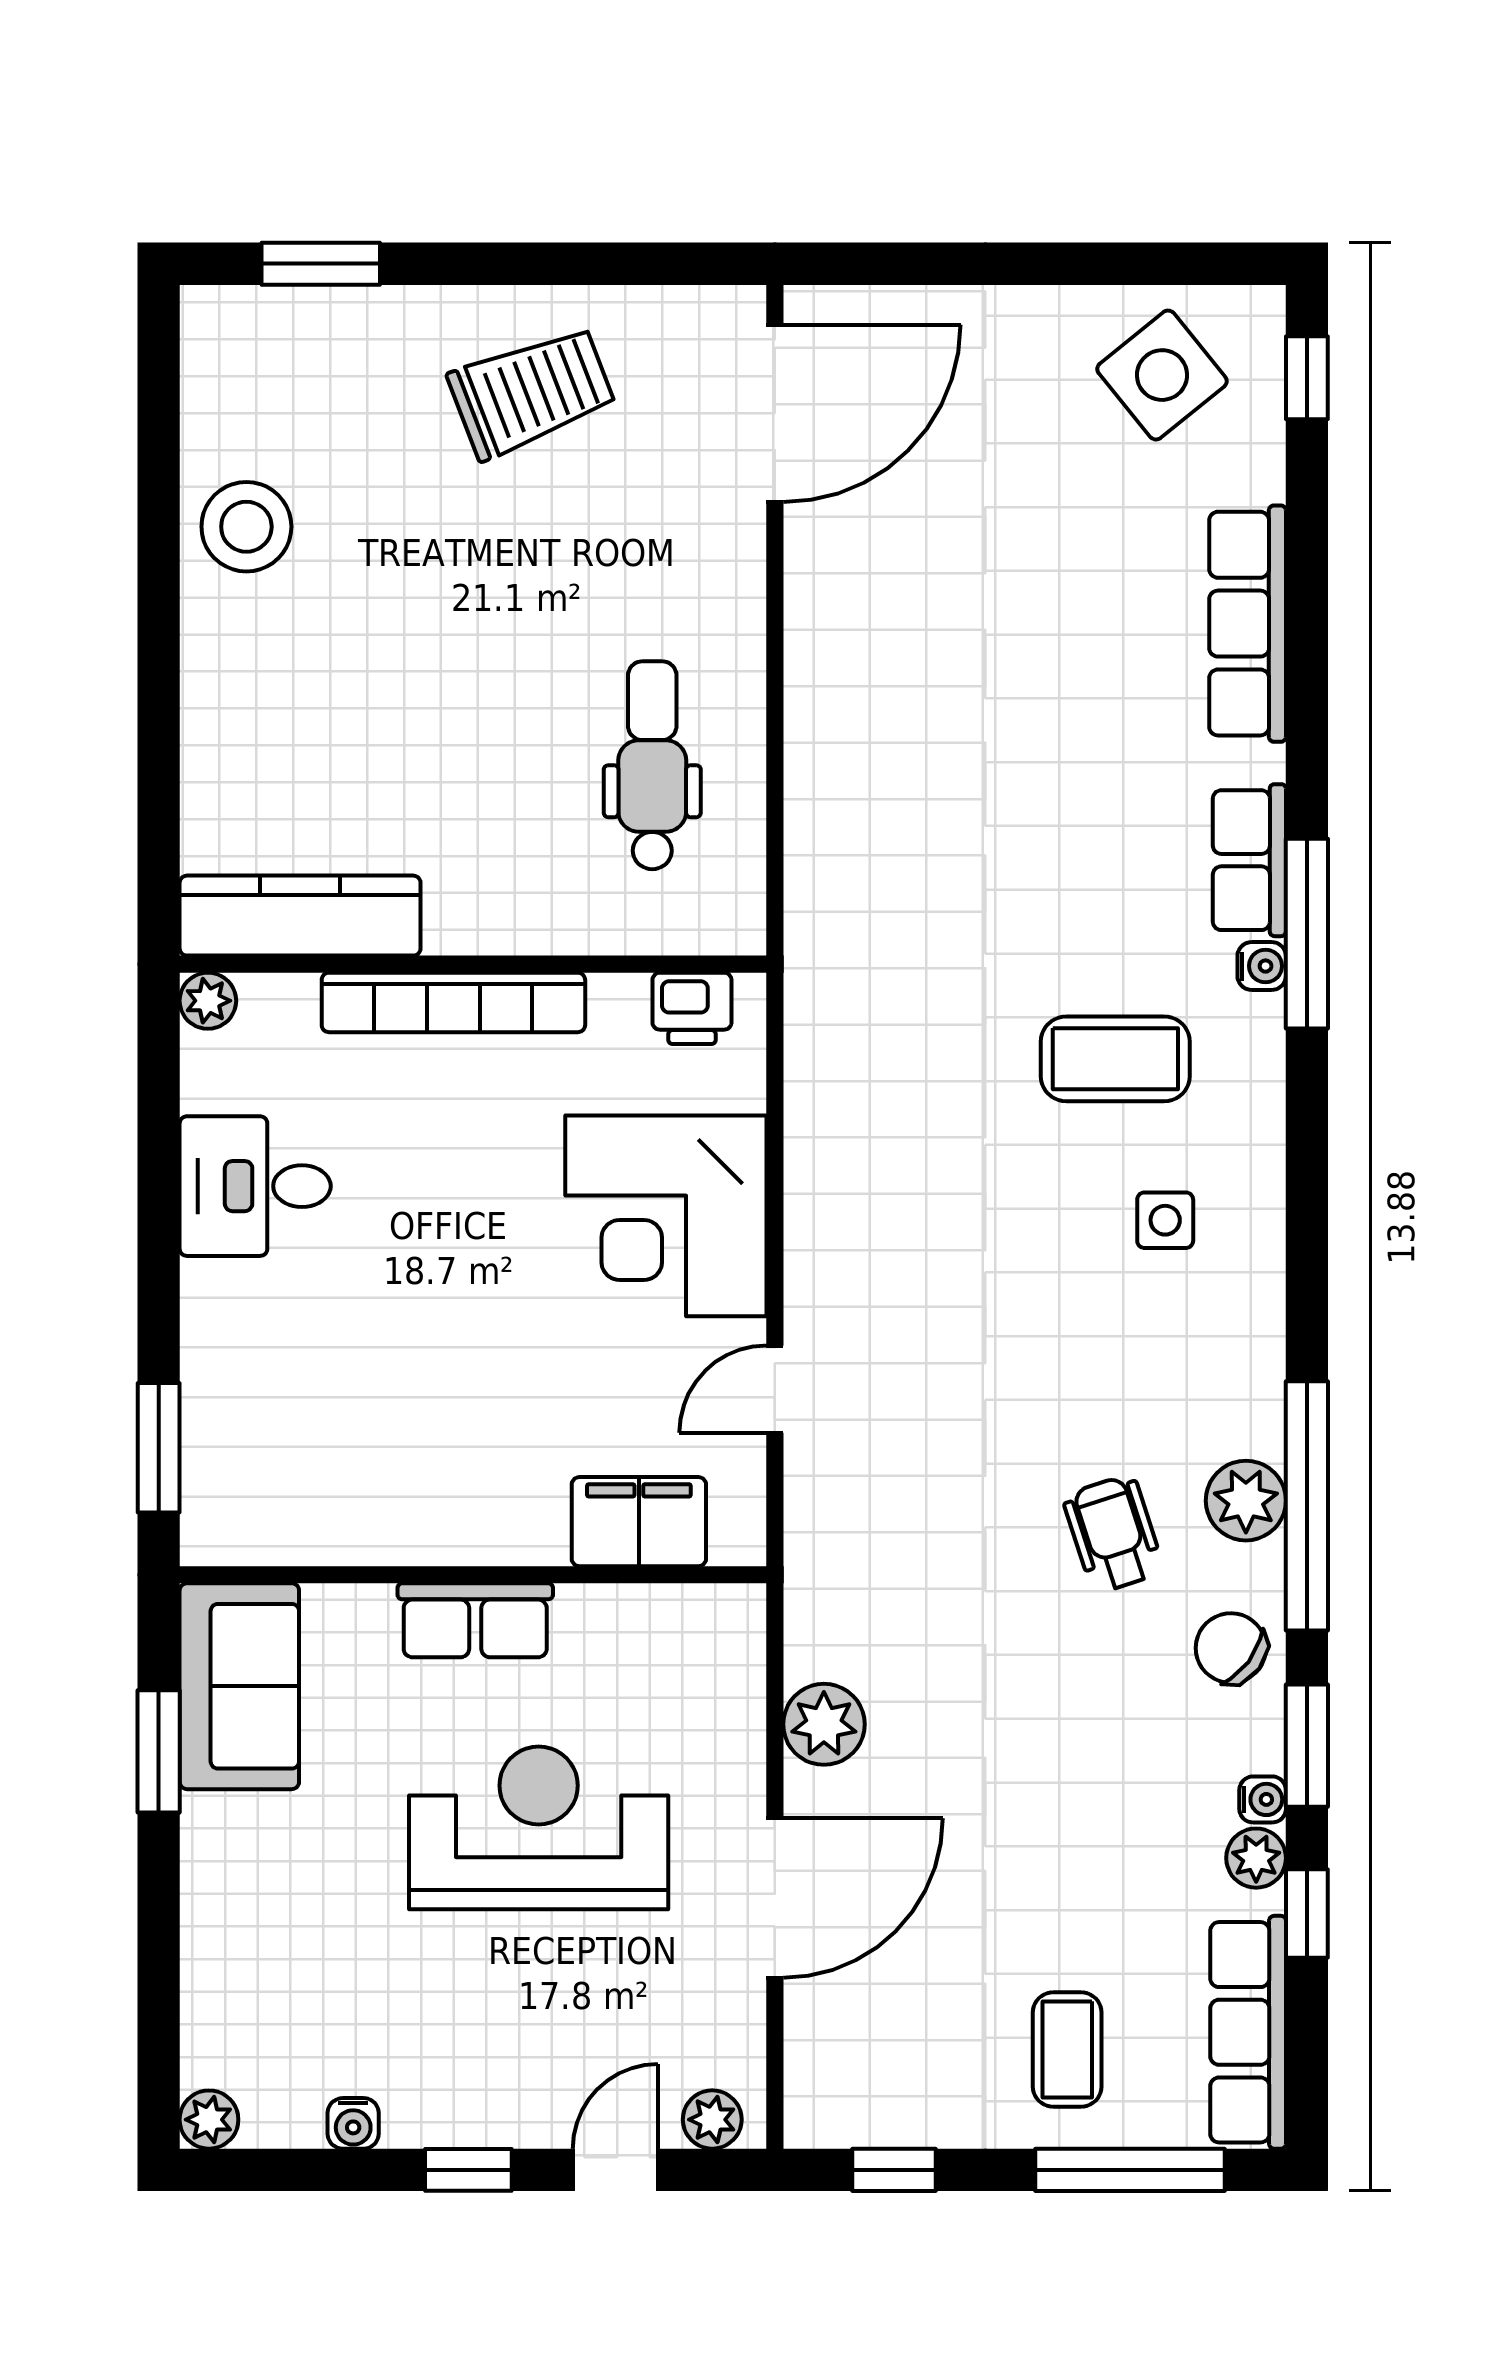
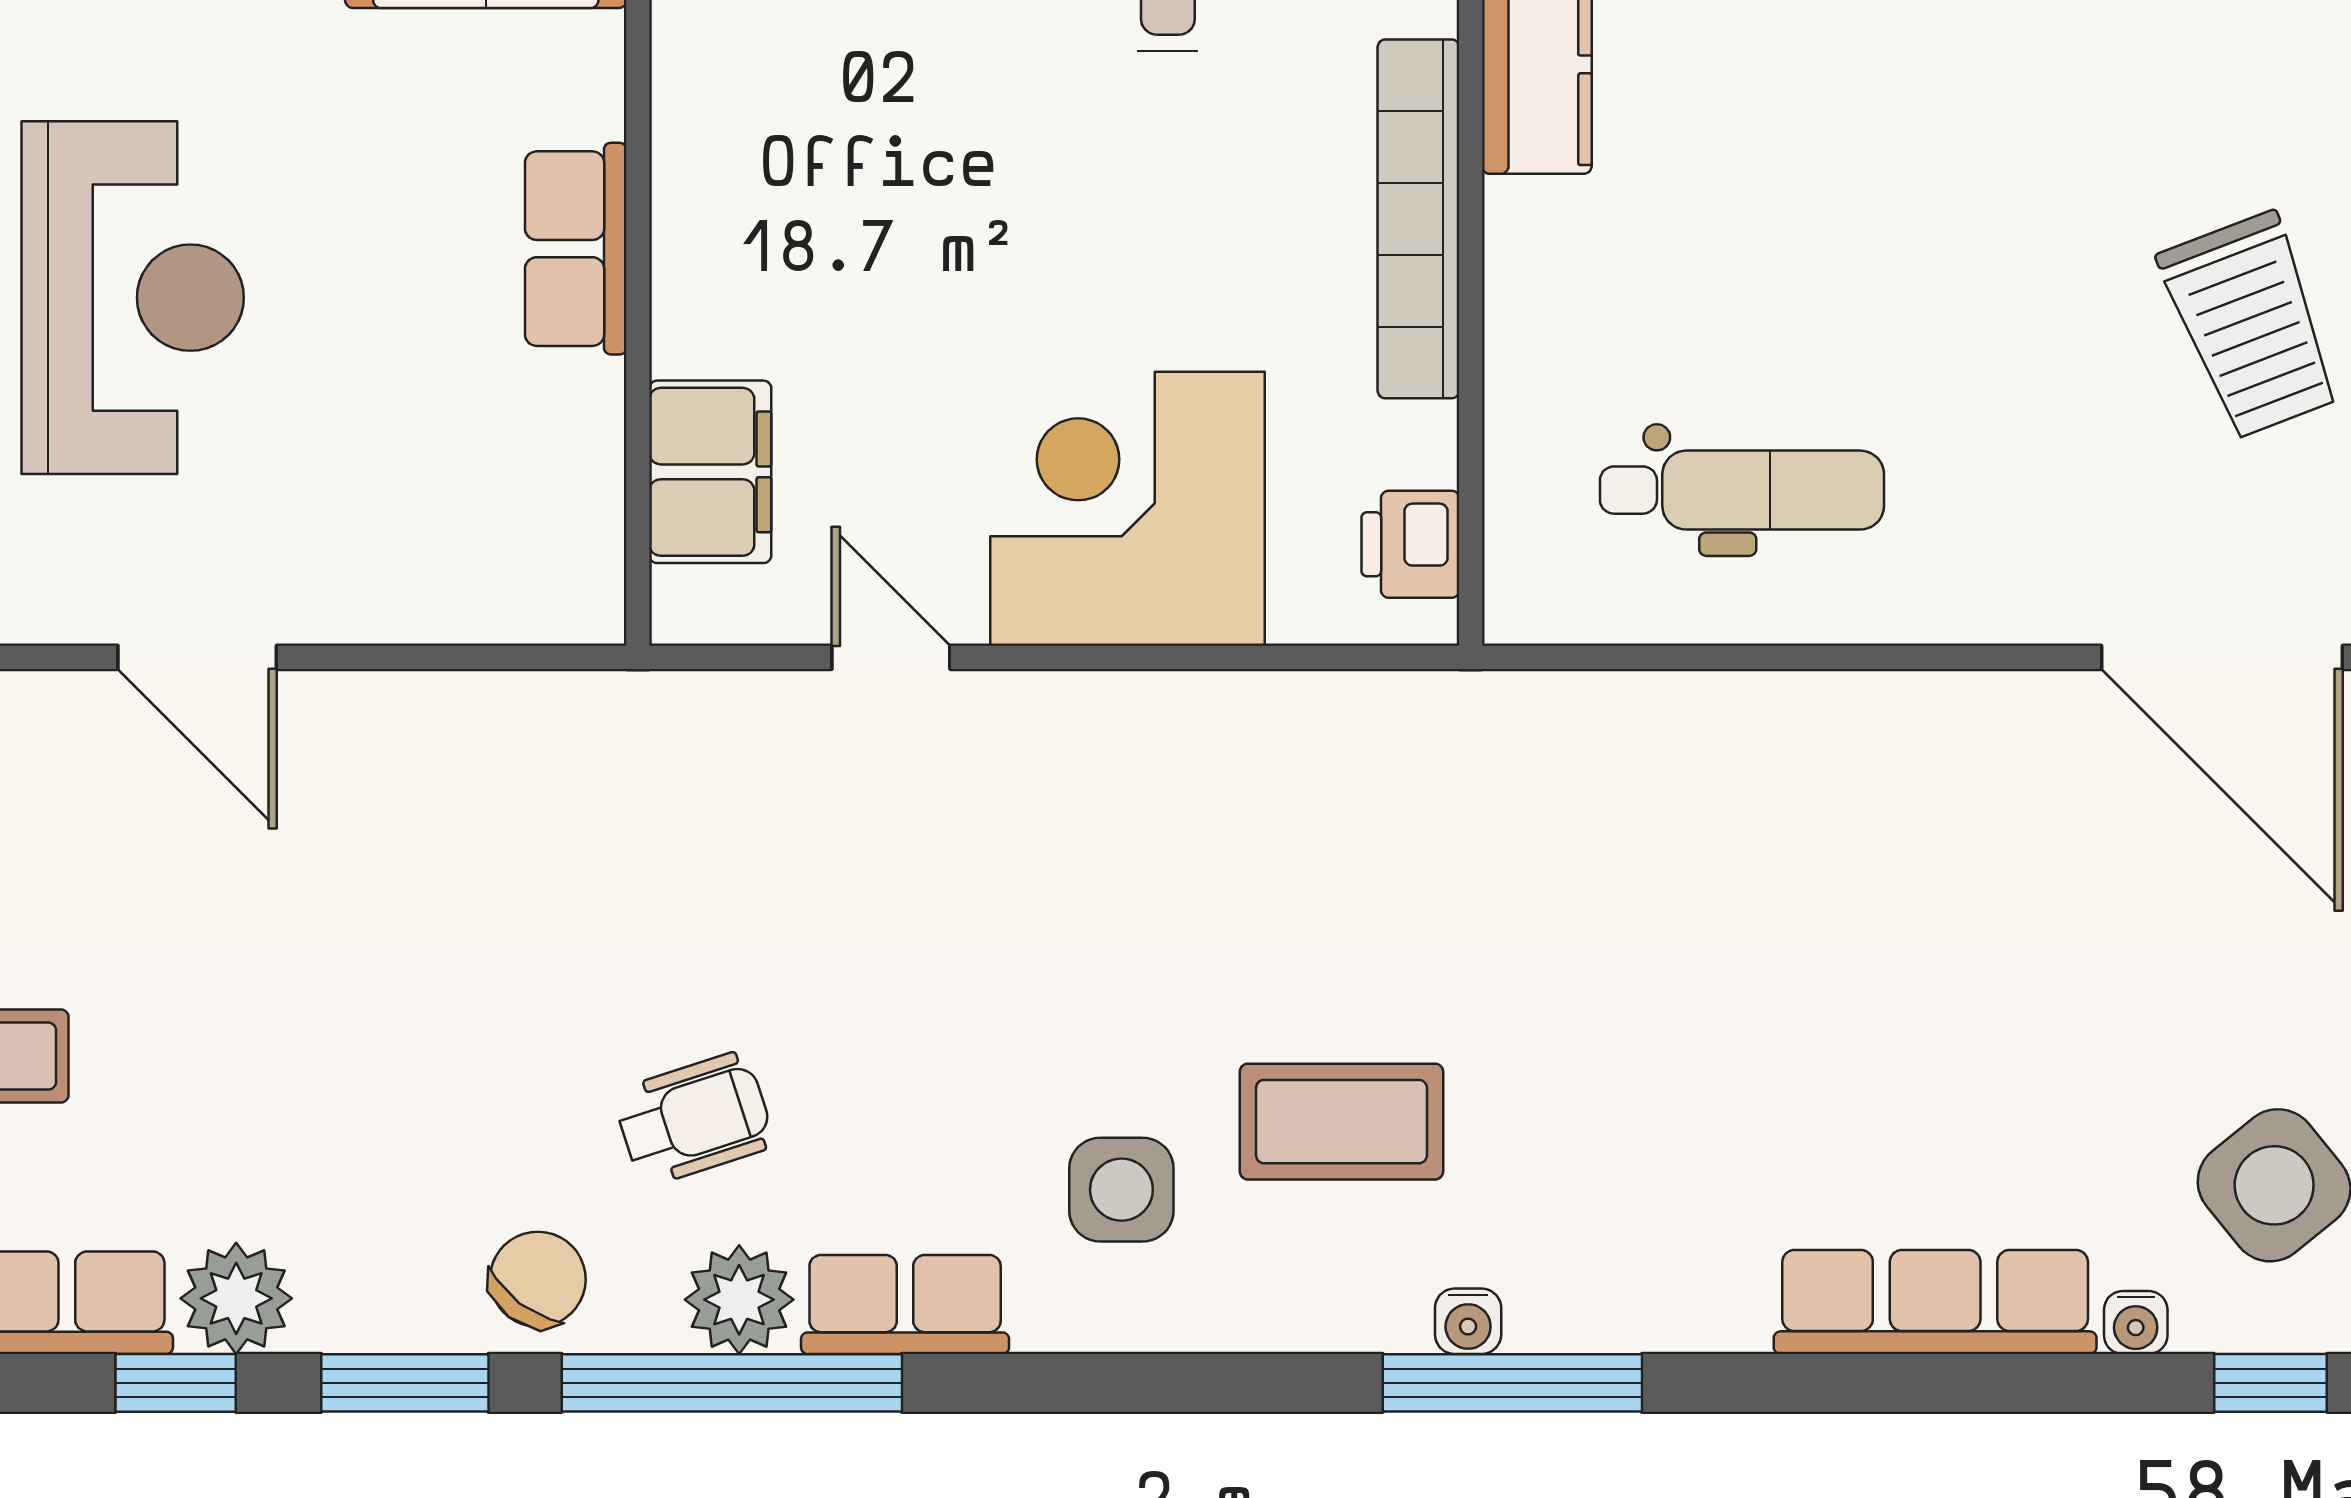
row of seats: (1249, 860) -> (905, 1304), moved
coffee table: (1115, 1059) -> (1341, 1122), turned 90
side table: (1165, 1220) -> (1121, 1190), width x1.37, depth x1.37
plant: (824, 1724) -> (434, 724), removed
water cooler: (1263, 1799) -> (2136, 1323), moved
reception desk: (539, 1828) -> (133, 298), moved
plant: (1256, 1858) -> (236, 1298), width x1.38, depth x1.38
door: (775, 1898) -> (197, 657), width x0.73

